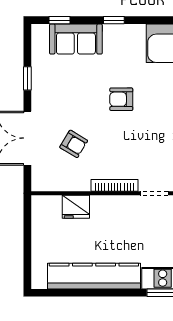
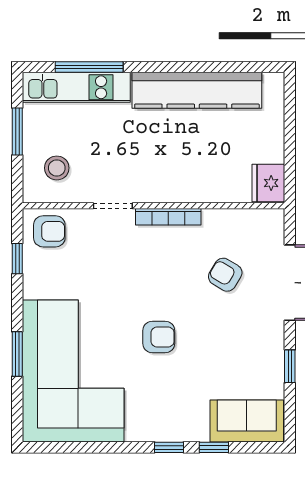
window: (59, 20) -> (214, 447), moved
sofa: (76, 39) -> (247, 421), moved
fridge: (76, 207) -> (268, 183), moved, turned -90

